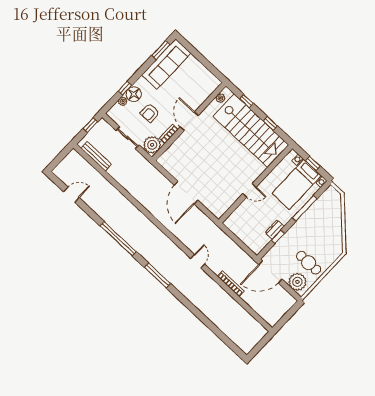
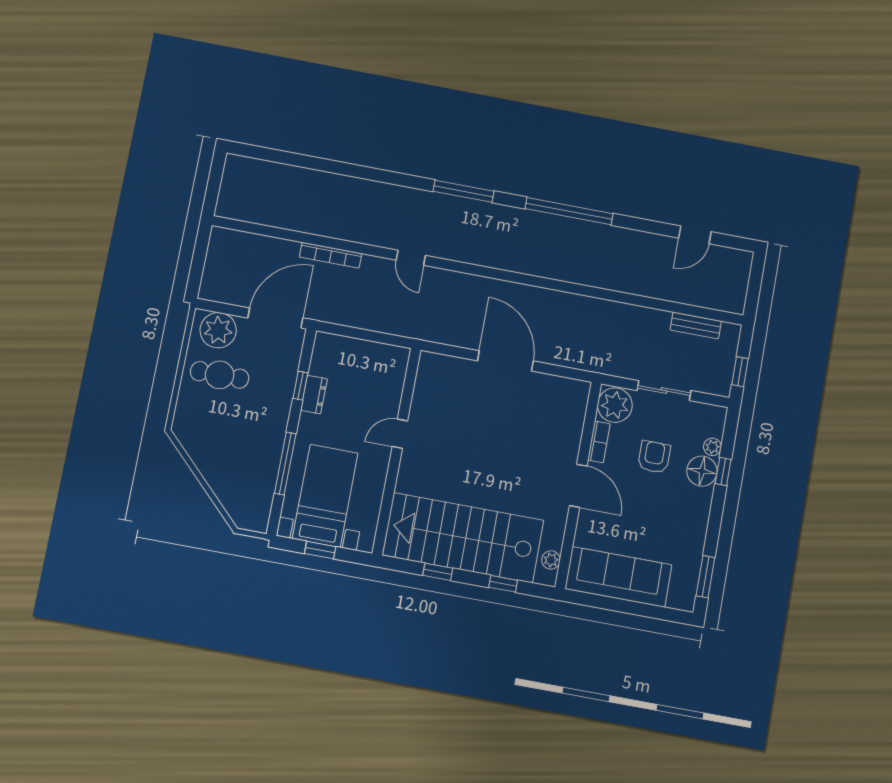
sofa: (166, 64) -> (618, 577), moved, turned 90
bench: (96, 156) -> (696, 325), width x0.73

